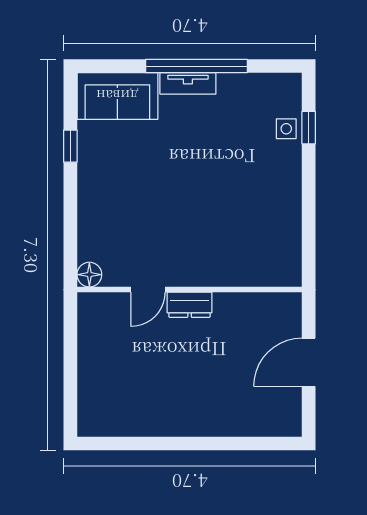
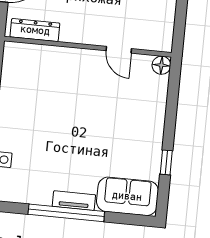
door: (148, 290) -> (119, 50), swing flipped
dresser: (190, 305) -> (35, 30), moved, width x1.44

